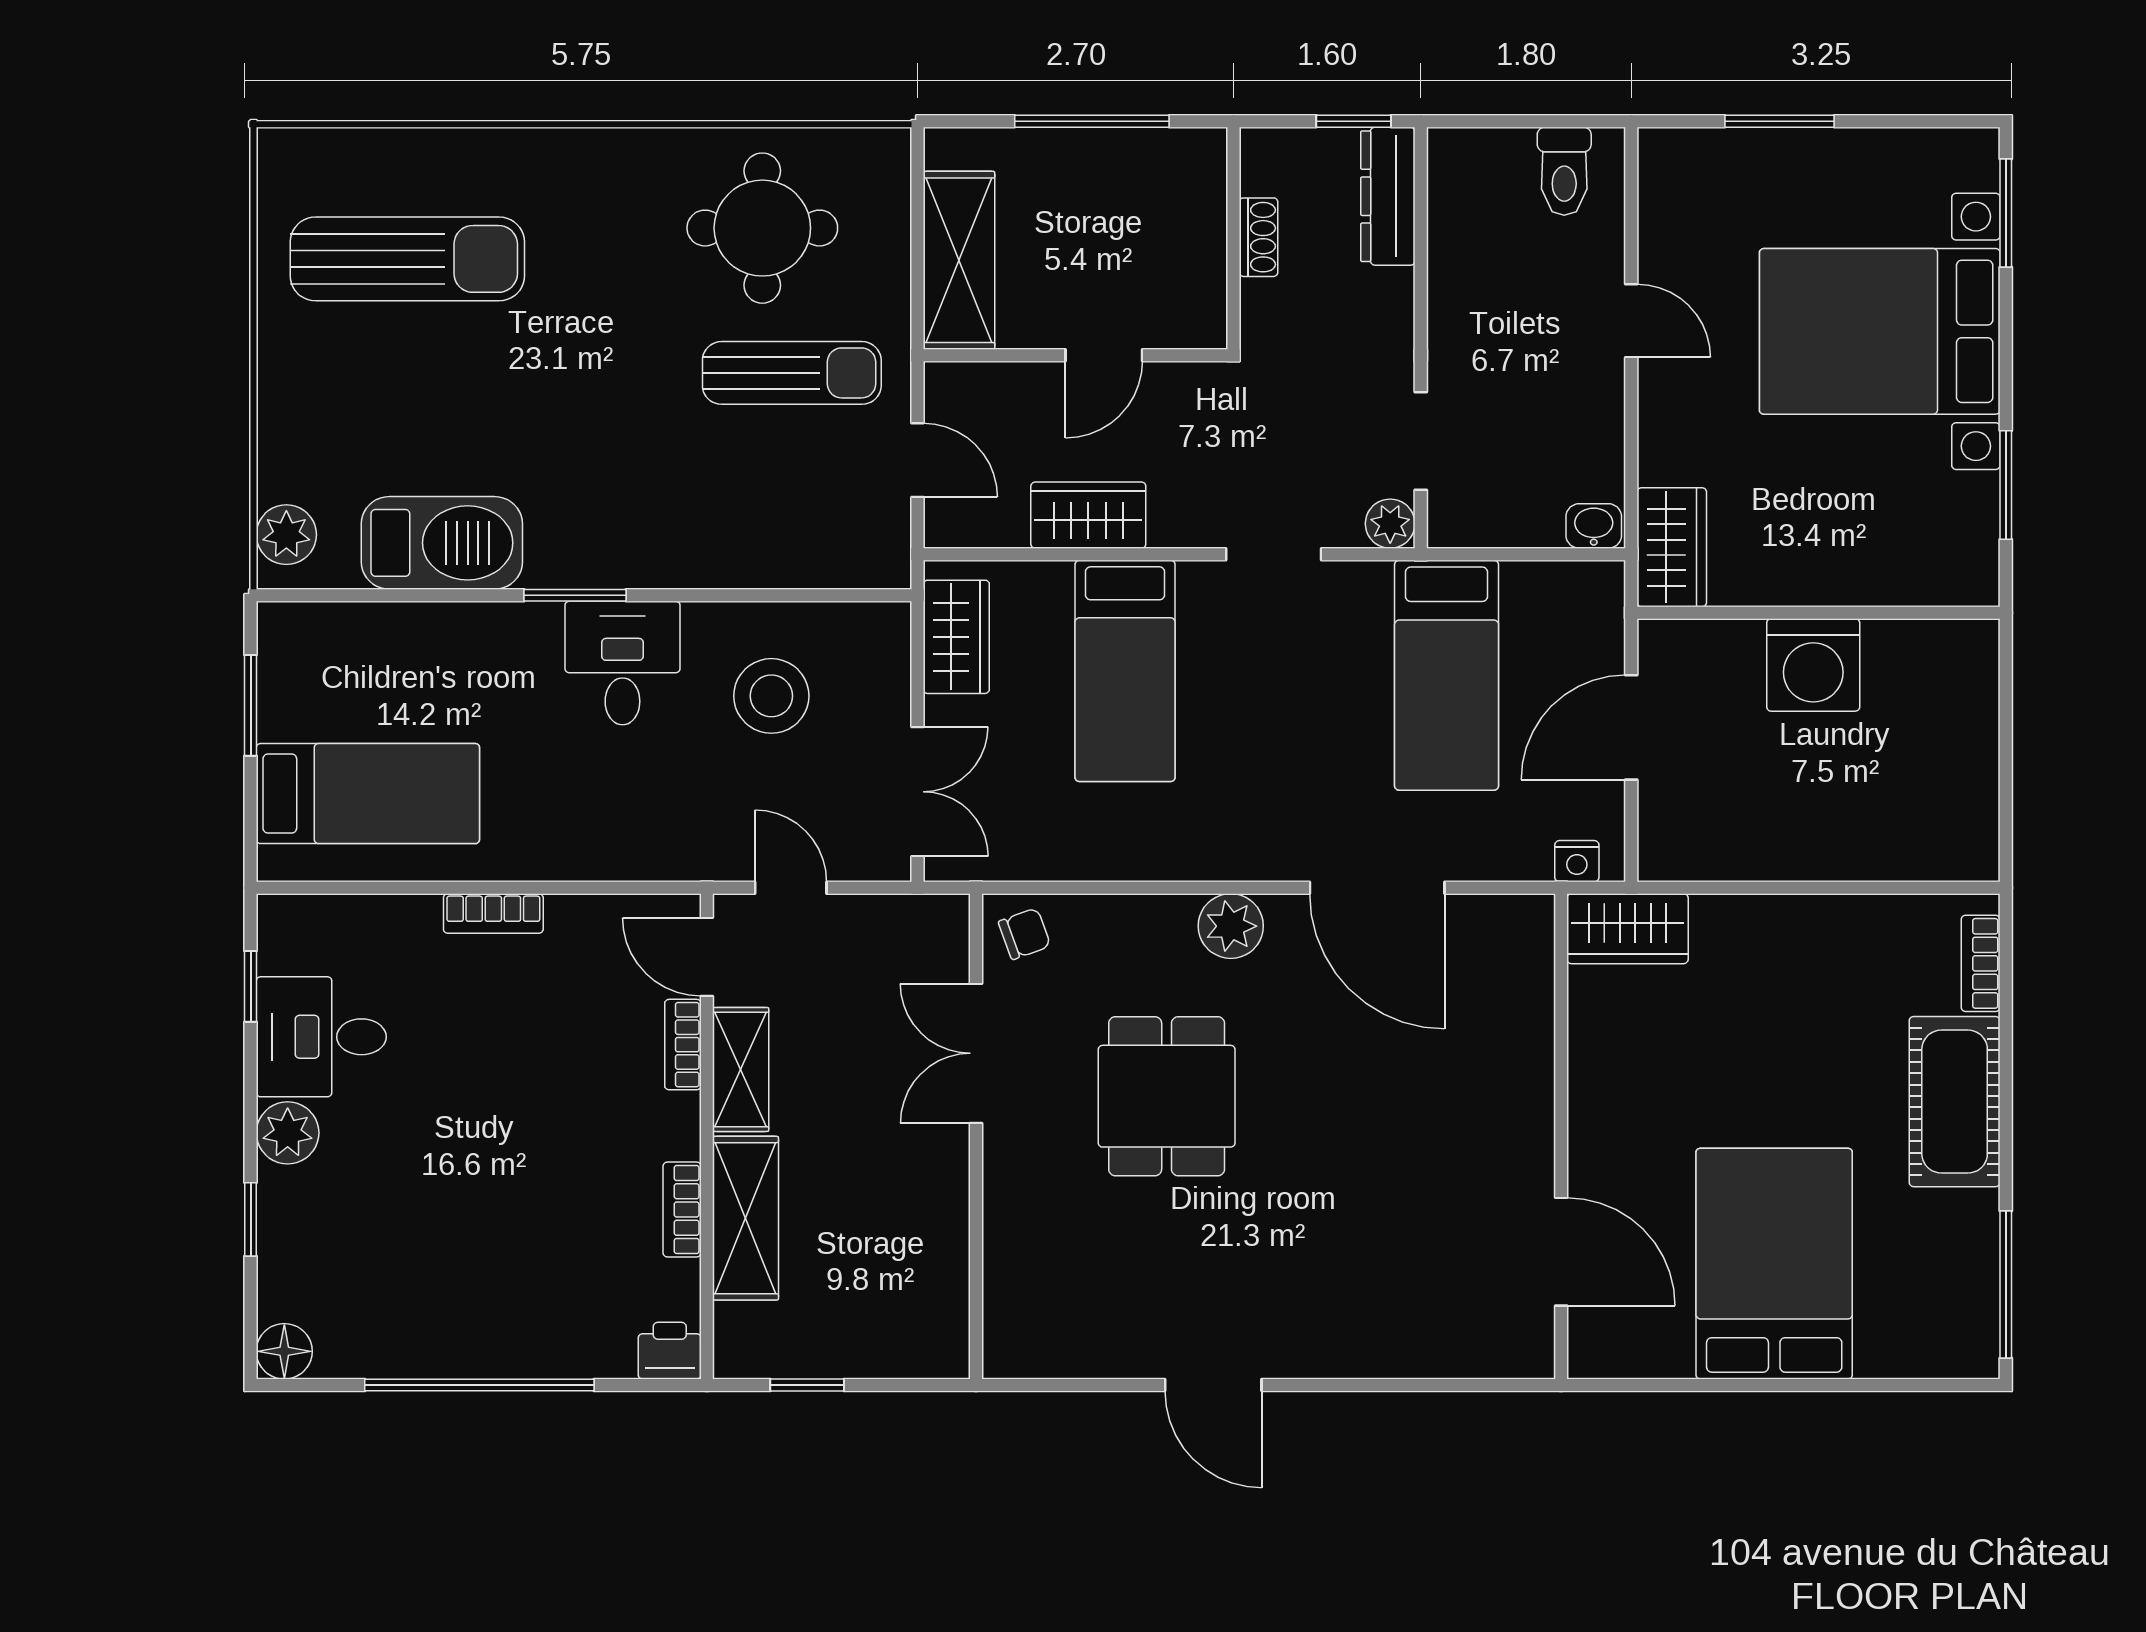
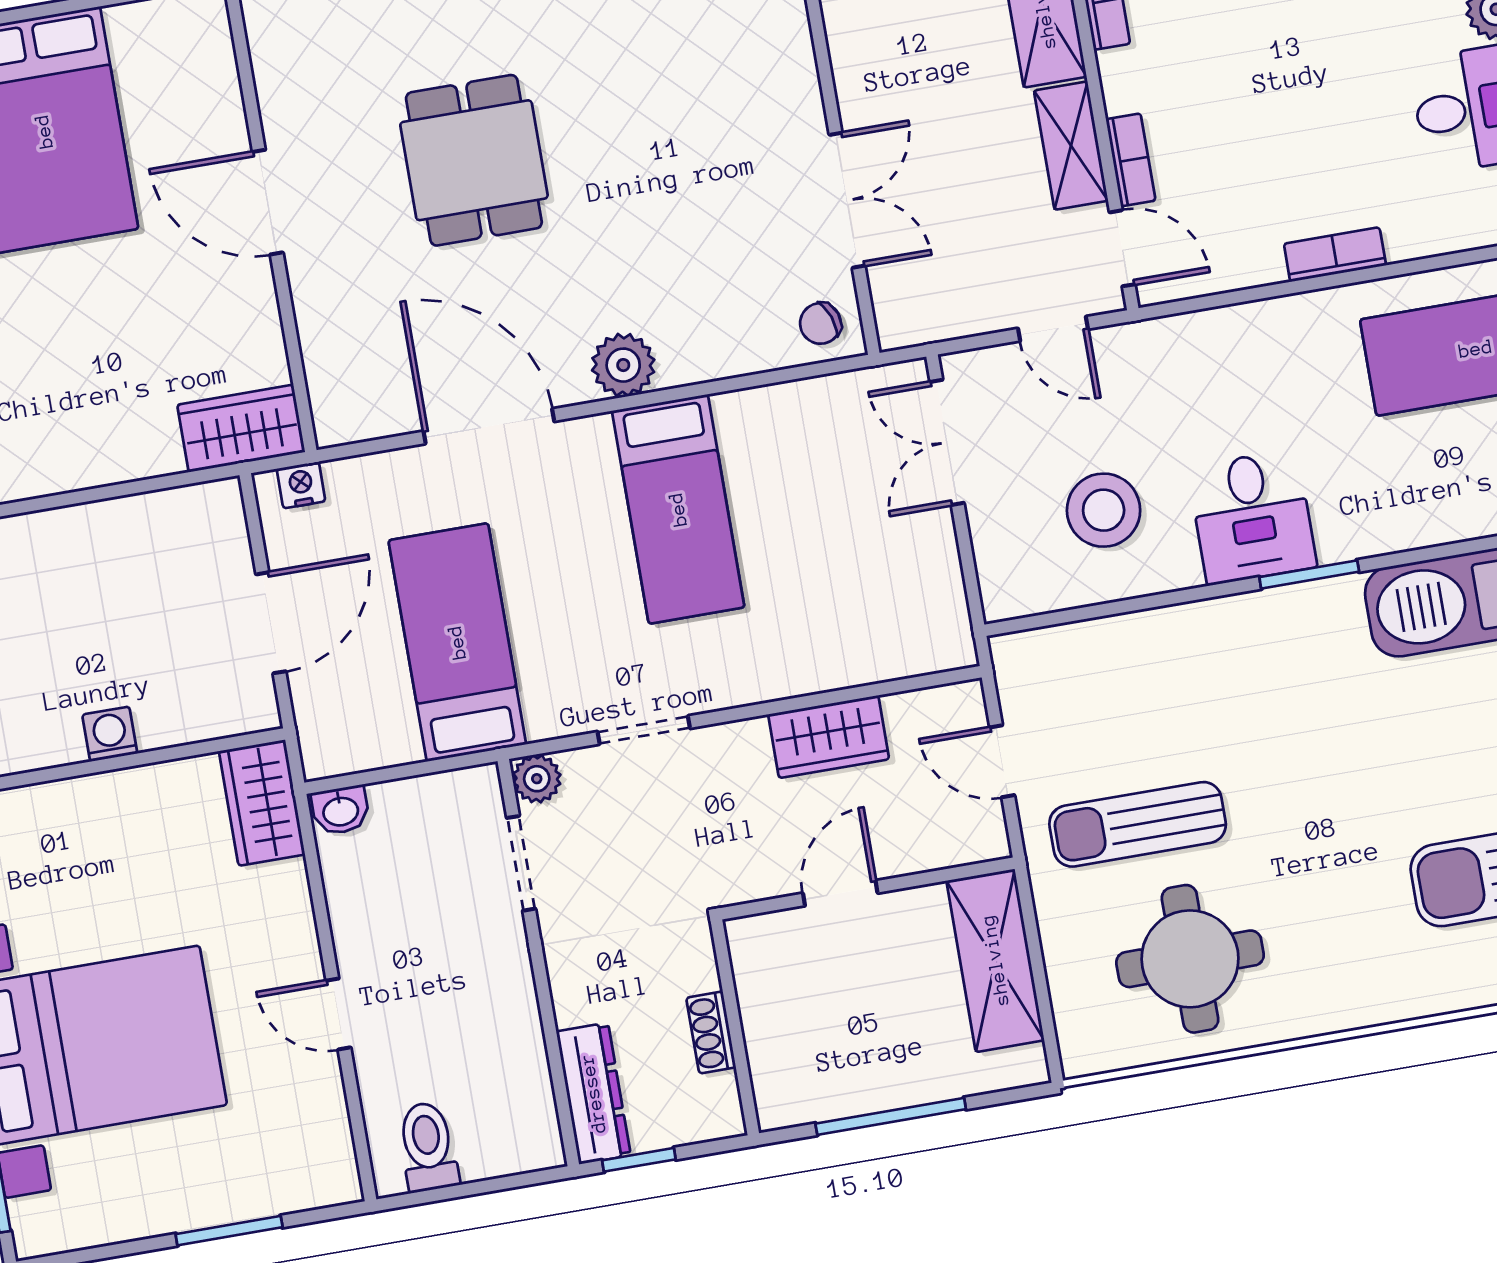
wardrobe: (956, 637) -> (935, 598), removed
washing machine: (1813, 665) -> (110, 734), width x0.53, depth x0.53
bed: (1125, 671) -> (678, 509), moved, turned 180
dining table: (1167, 1096) -> (474, 160), moved
door: (1561, 1252) -> (268, 202), moved

